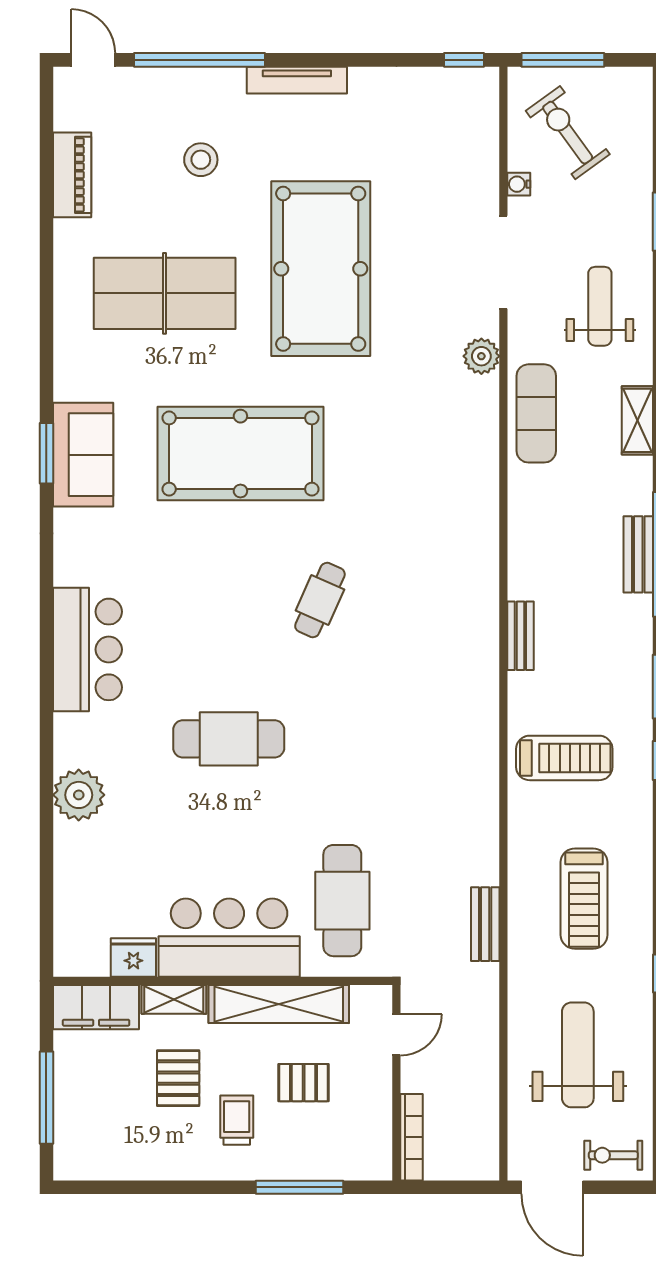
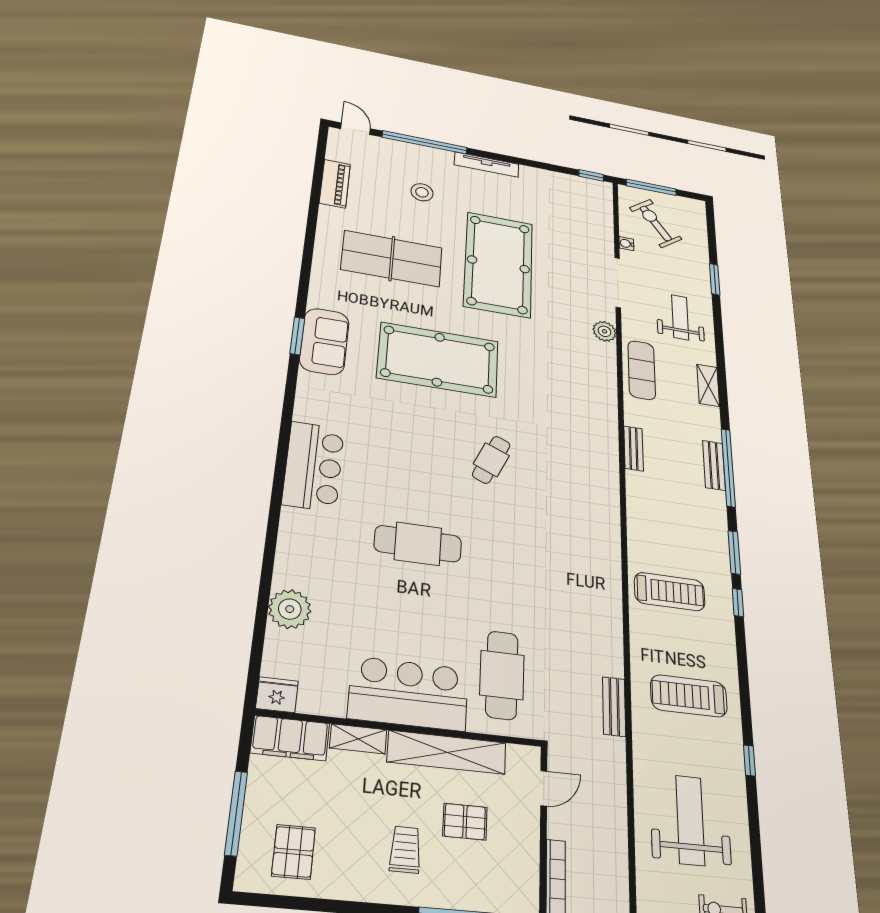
bench: (520, 636) -> (634, 448), moved
plant: (79, 795) -> (290, 609), moved
treadmill: (584, 899) -> (689, 696), turned 90
fridge: (133, 958) -> (277, 695), moved
pallet: (178, 1078) -> (294, 852), moved

